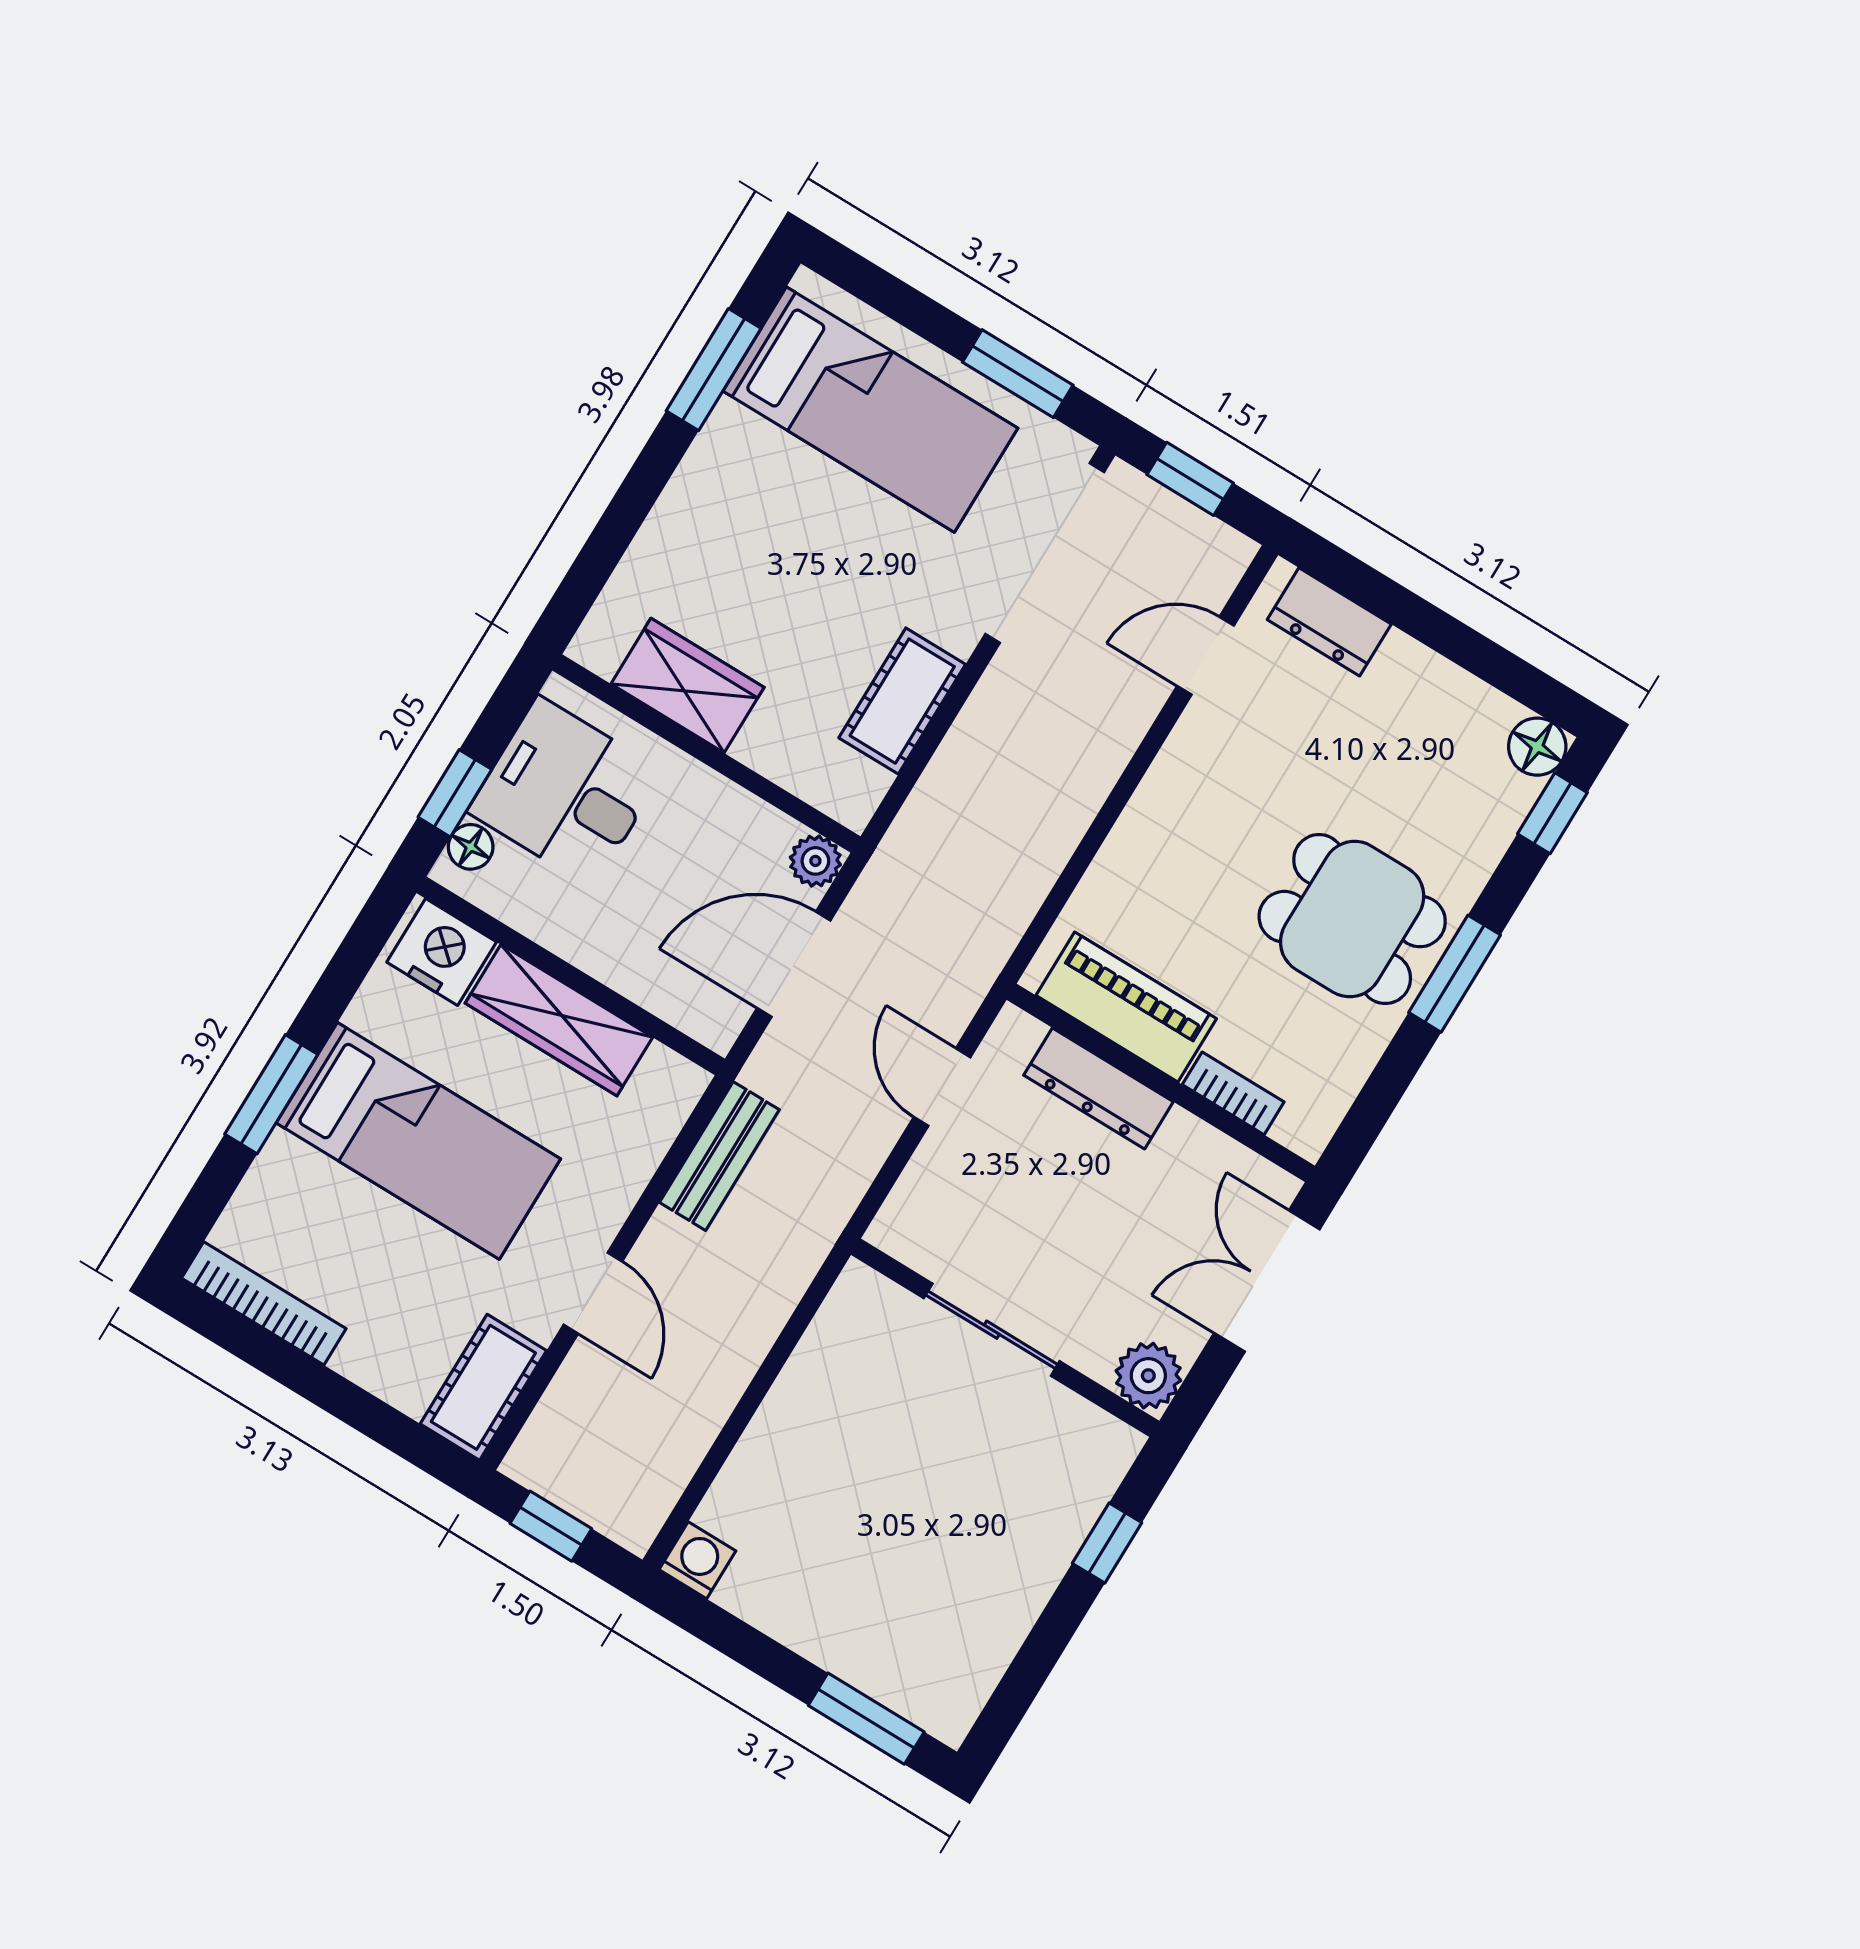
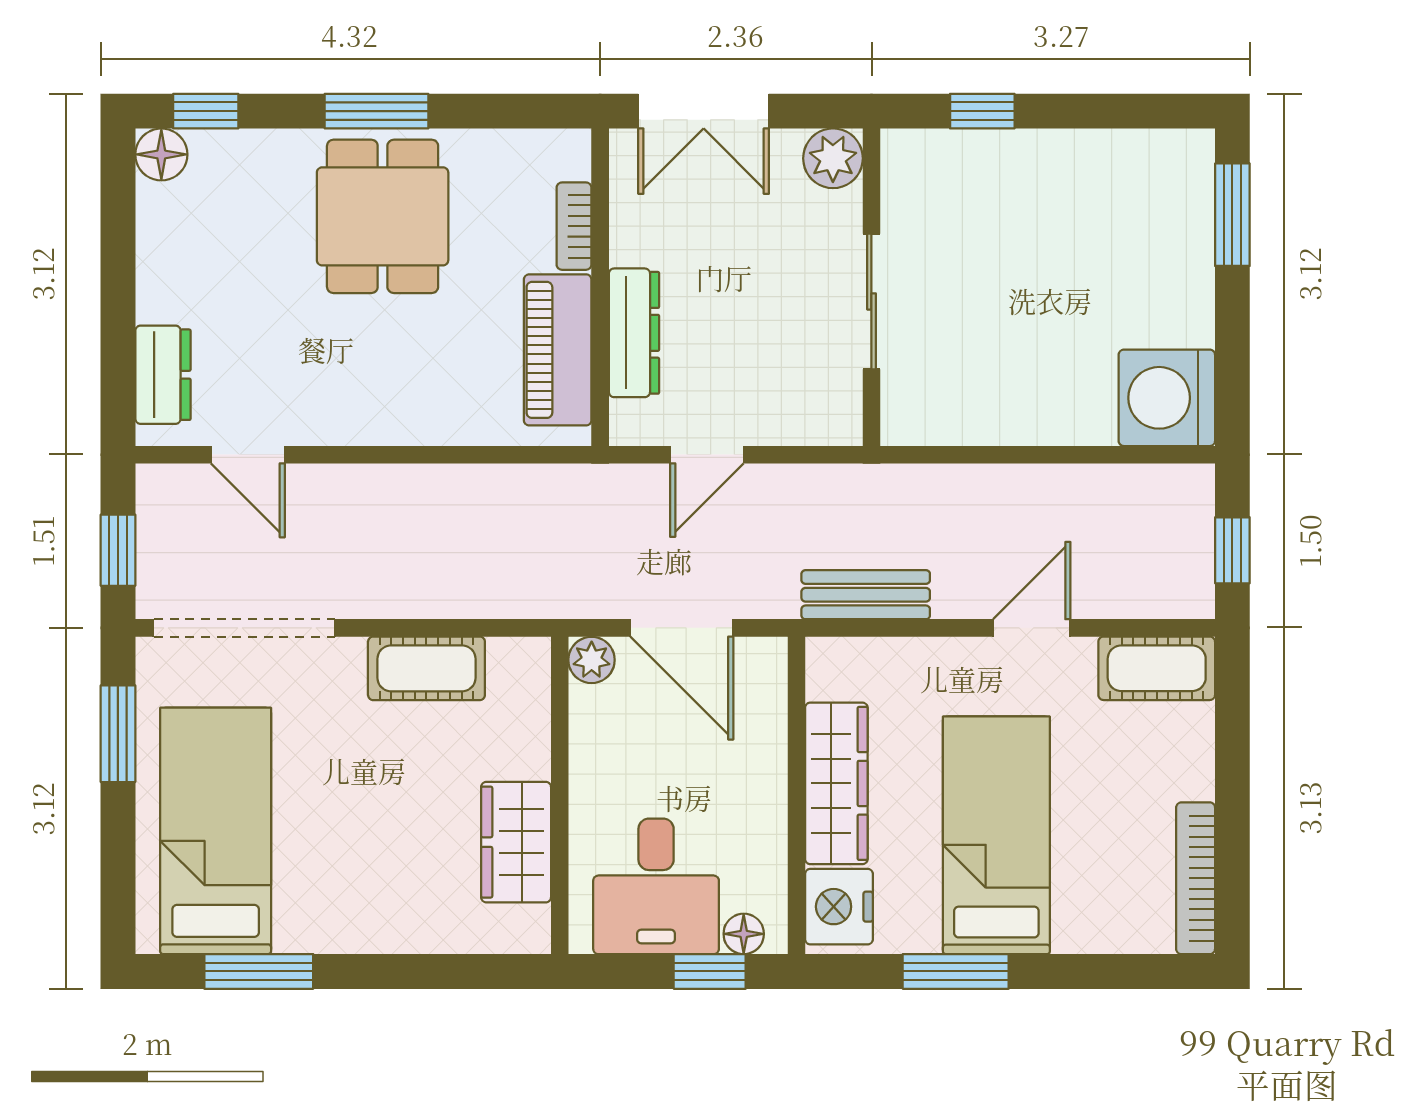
window: (271, 1094) -> (956, 971), moved
washing machine: (697, 1560) -> (1167, 398), width x1.89, depth x1.89

